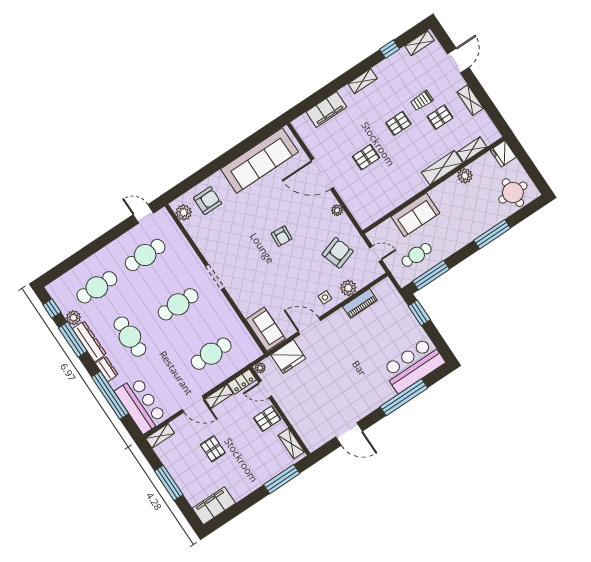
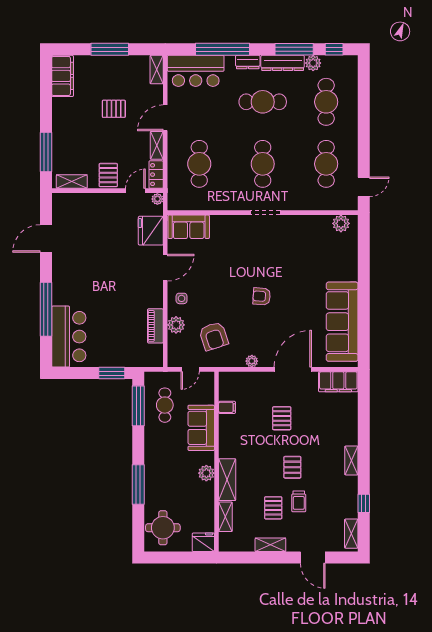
trolley: (422, 101) -> (299, 501), turned 180
filing cabinet: (326, 109) -> (338, 382), moved, turned -90
plant: (465, 176) -> (206, 473), moved
armchair: (208, 201) -> (337, 252), removed
filing cabinet: (386, 205) -> (227, 407), added

